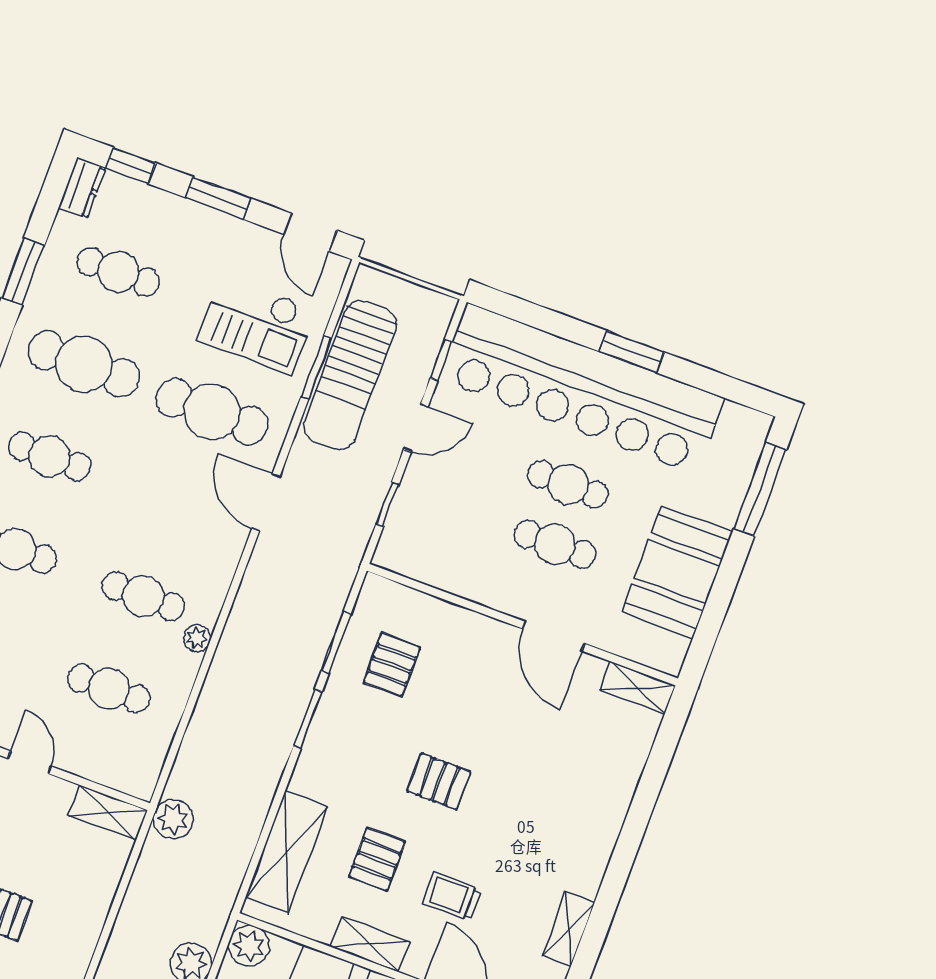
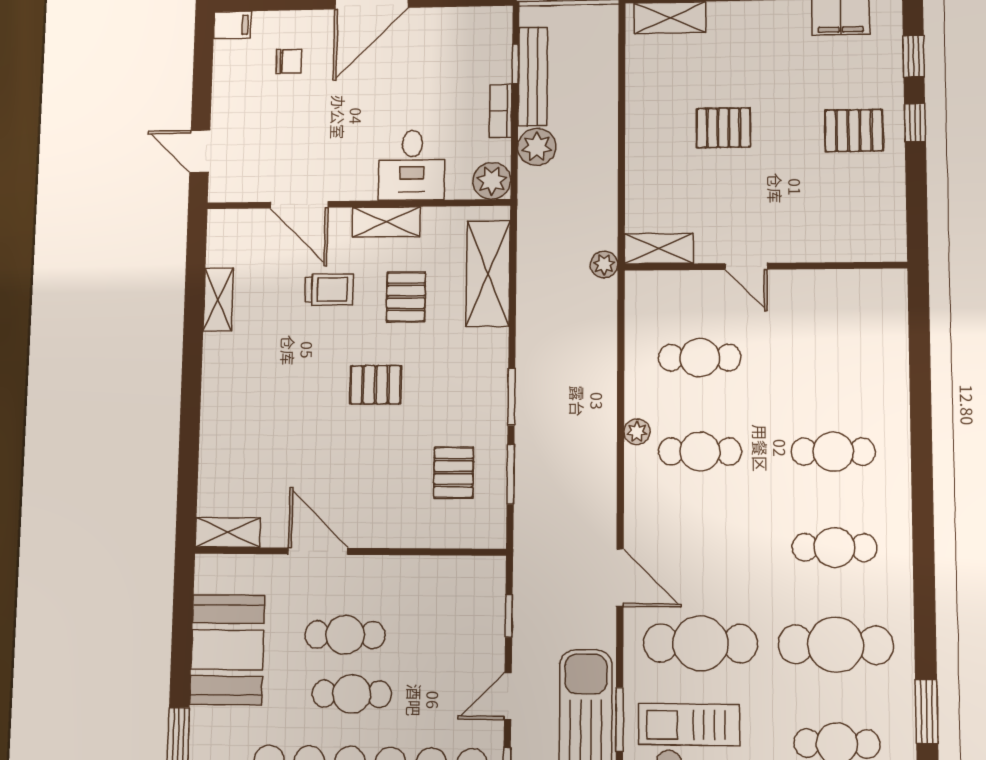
plant: (173, 819) -> (604, 265), width x0.73, depth x0.73

